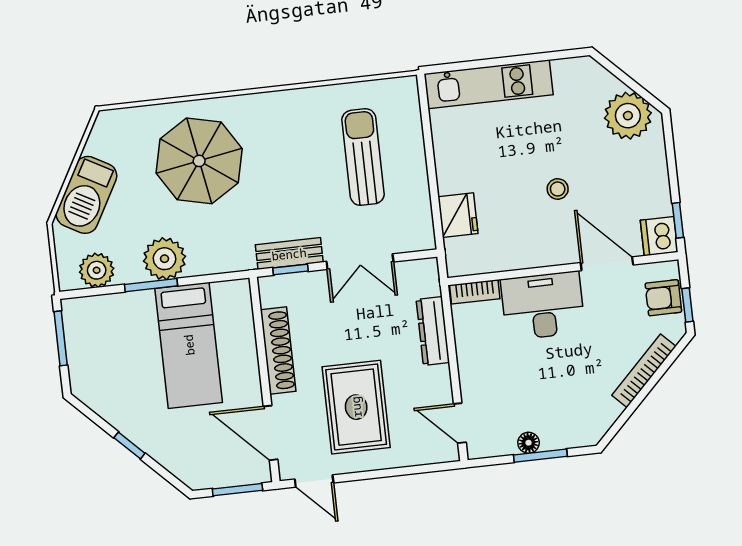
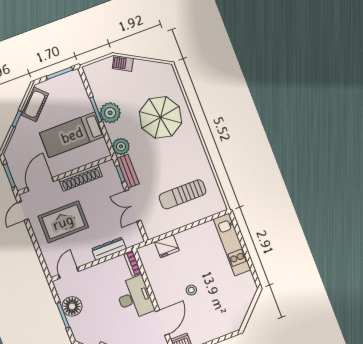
plant: (628, 116) -> (234, 314), removed
sun lounger: (363, 157) -> (183, 194), turned 180
barbecue: (86, 195) -> (123, 63), width x0.53, depth x0.65
plant: (97, 270) -> (121, 146), moved
cot: (110, 403) -> (35, 104), added
floor lamp: (529, 443) -> (72, 306), width x1.89, depth x1.89

